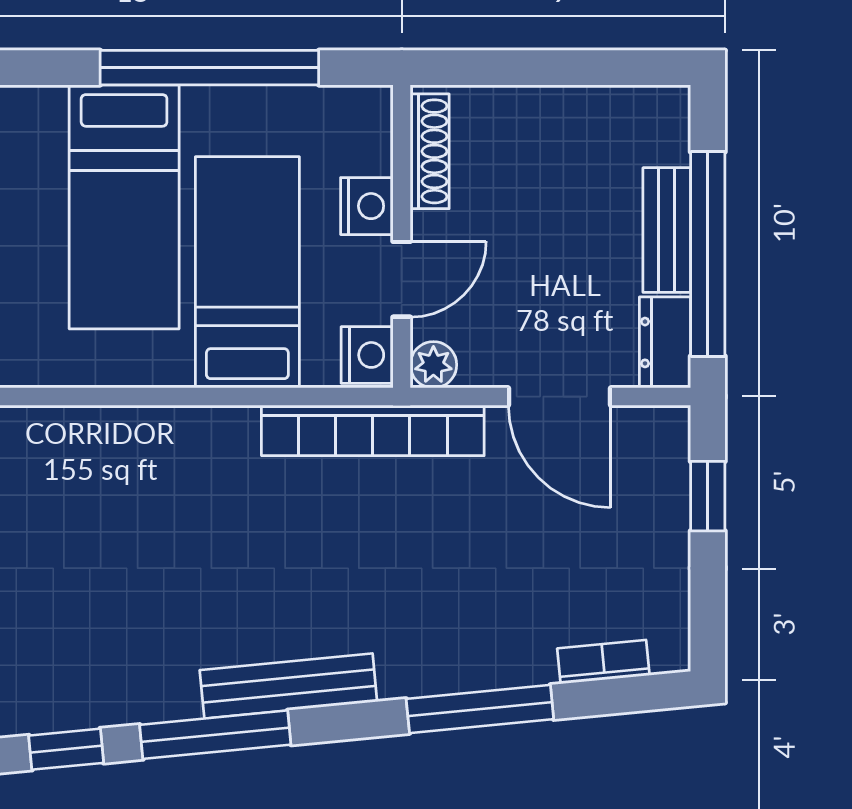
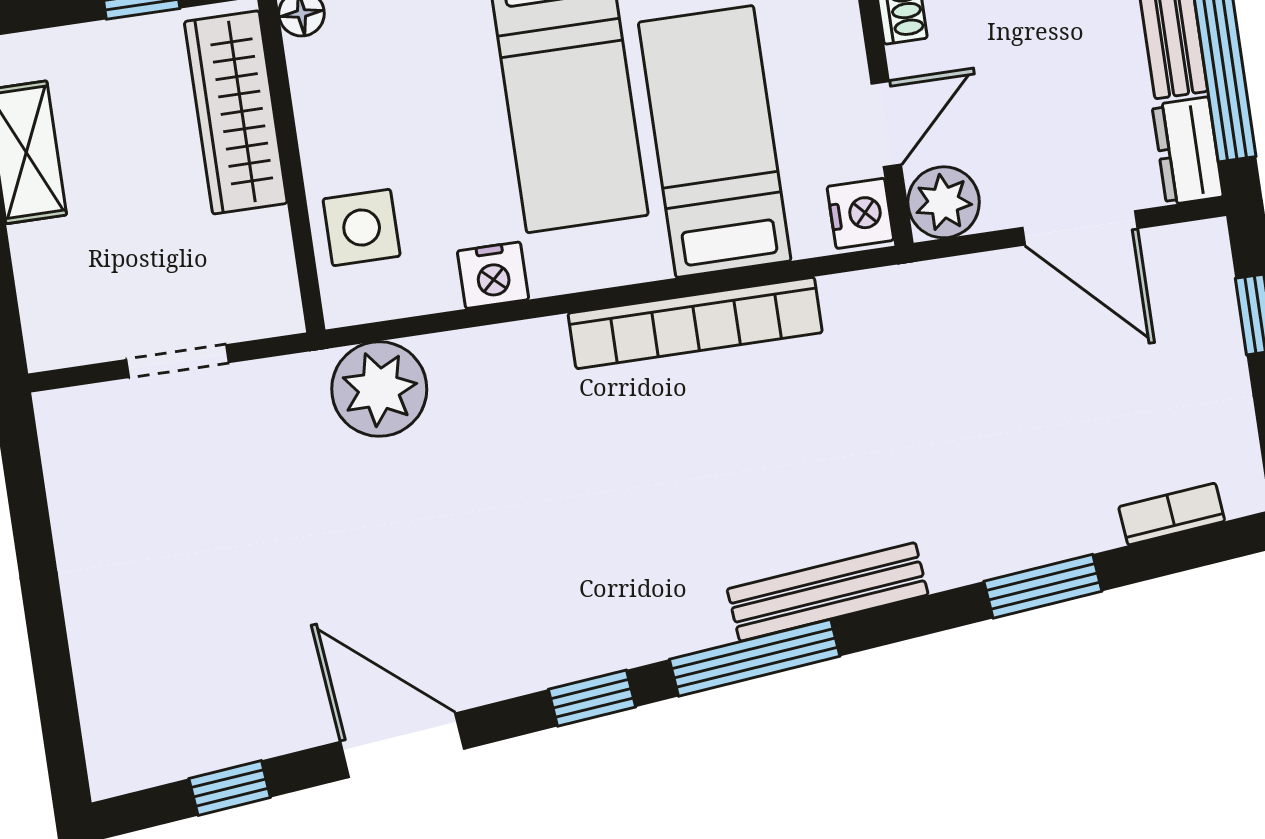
nightstand: (367, 206) -> (493, 275), moved, turned 90
plant: (433, 365) -> (944, 202), width x1.38, depth x1.38
bookcase: (373, 430) -> (695, 323), moved
window: (480, 709) -> (1043, 586), width x0.69

